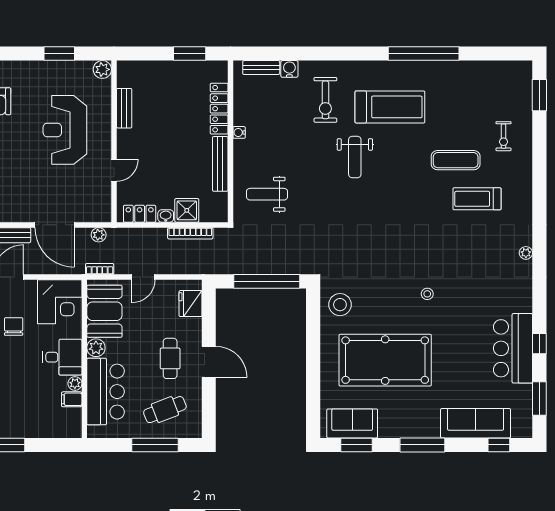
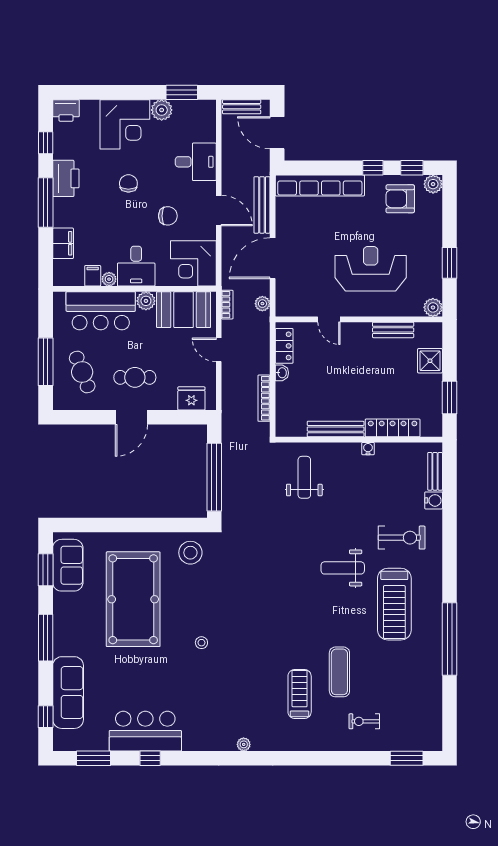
exercise bike: (325, 100) -> (402, 538), turned 180
shower: (187, 210) -> (430, 361), moved
filing cabinet: (40, 428) -> (63, 243), added

